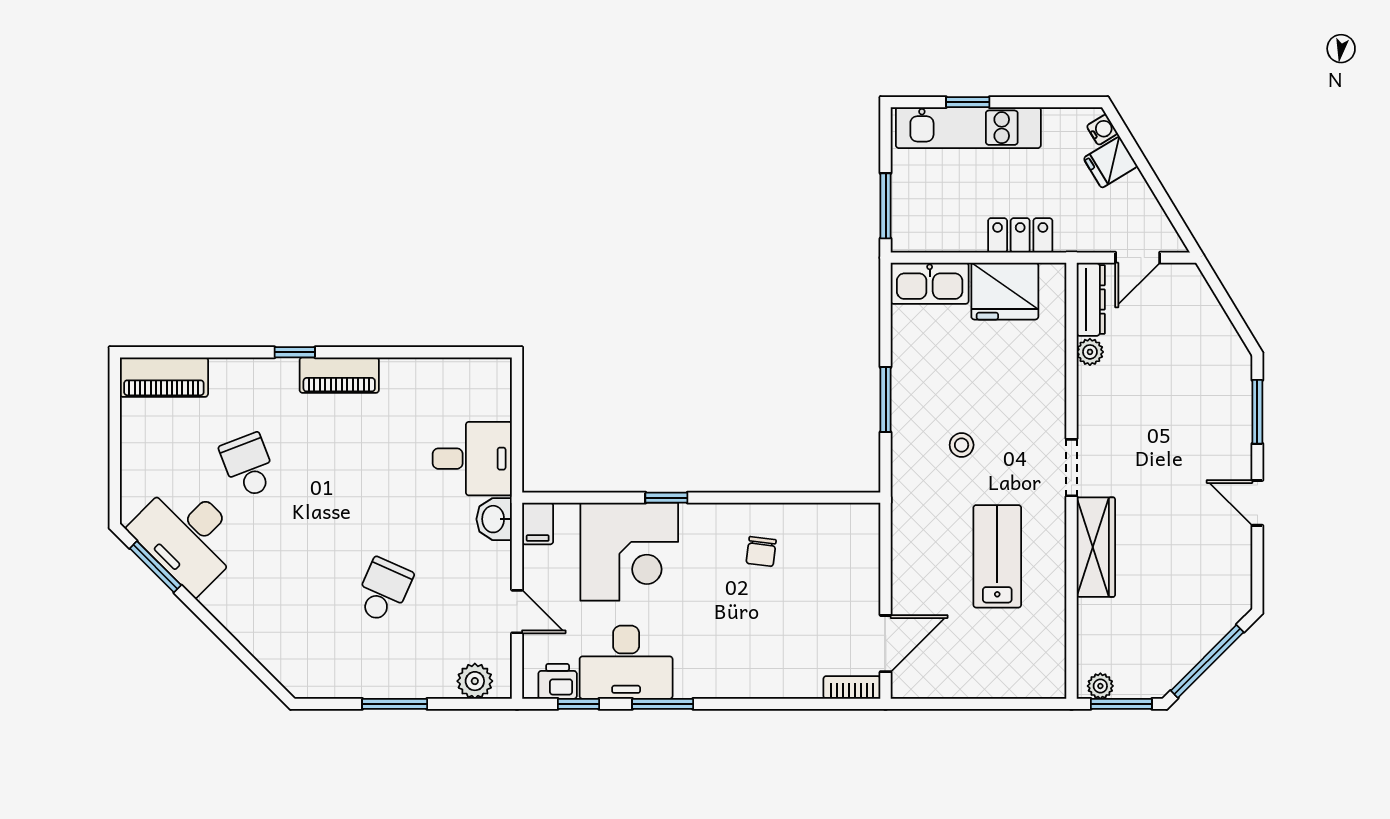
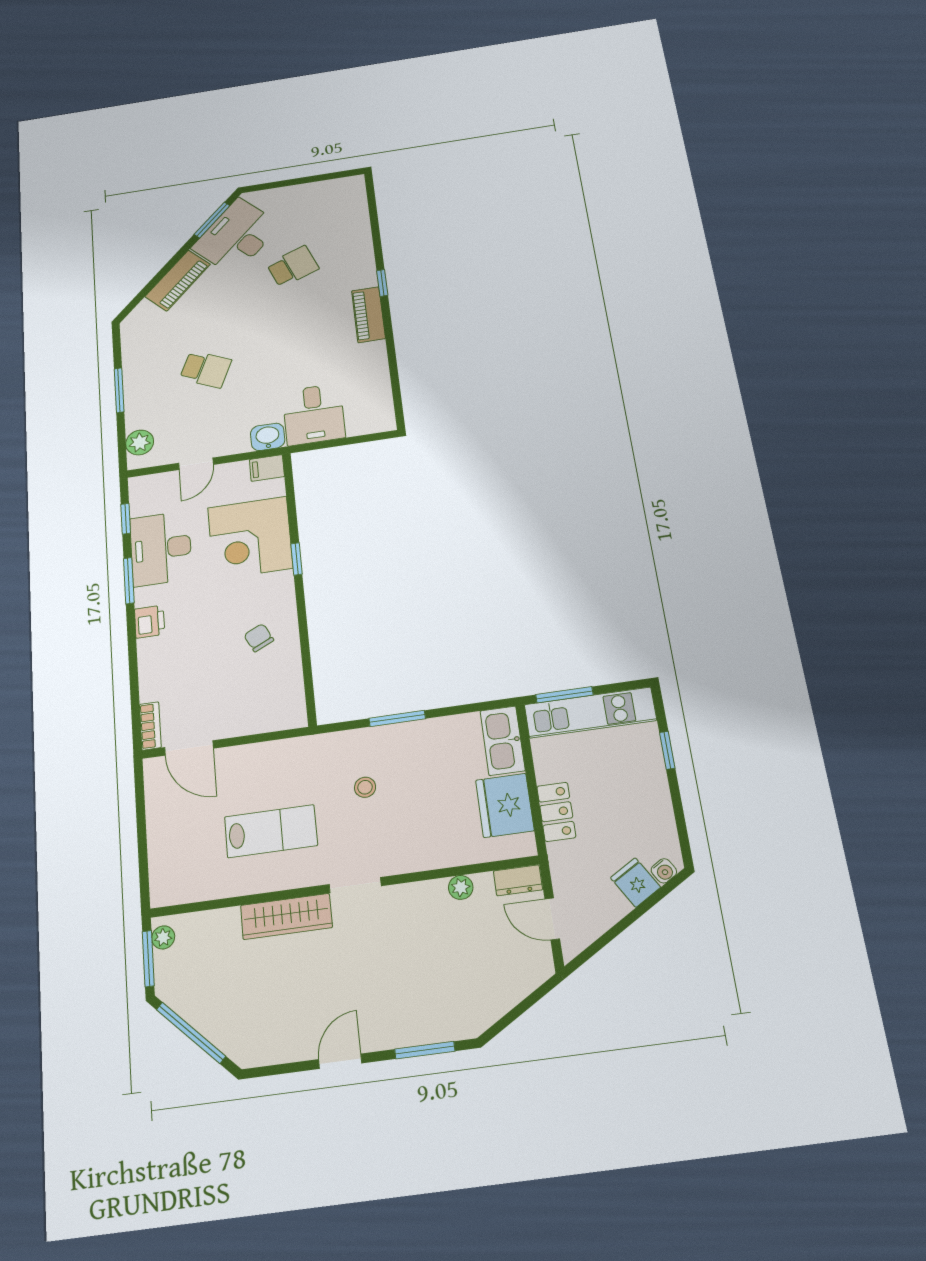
kitchen unit: (968, 128) -> (590, 713), moved, turned -90
dresser: (1091, 299) -> (518, 880), width x0.70
piano: (164, 377) -> (178, 280), moved, turned -135
chair: (761, 552) -> (259, 638), turned 57
printer: (558, 681) -> (150, 622), moved

